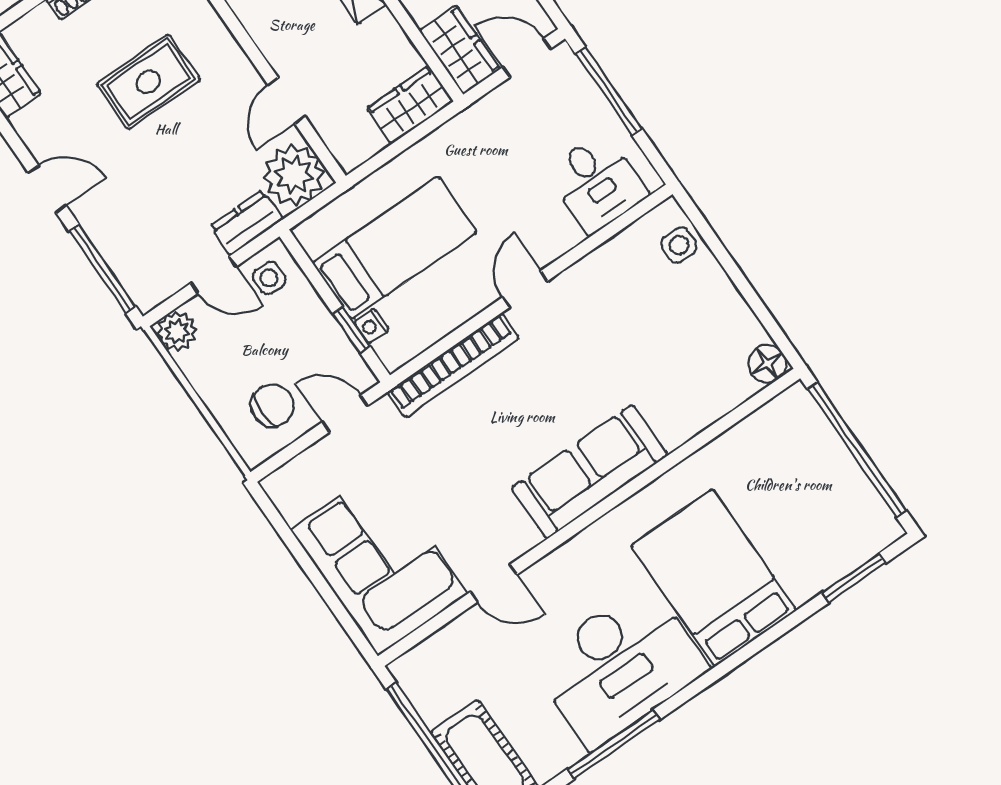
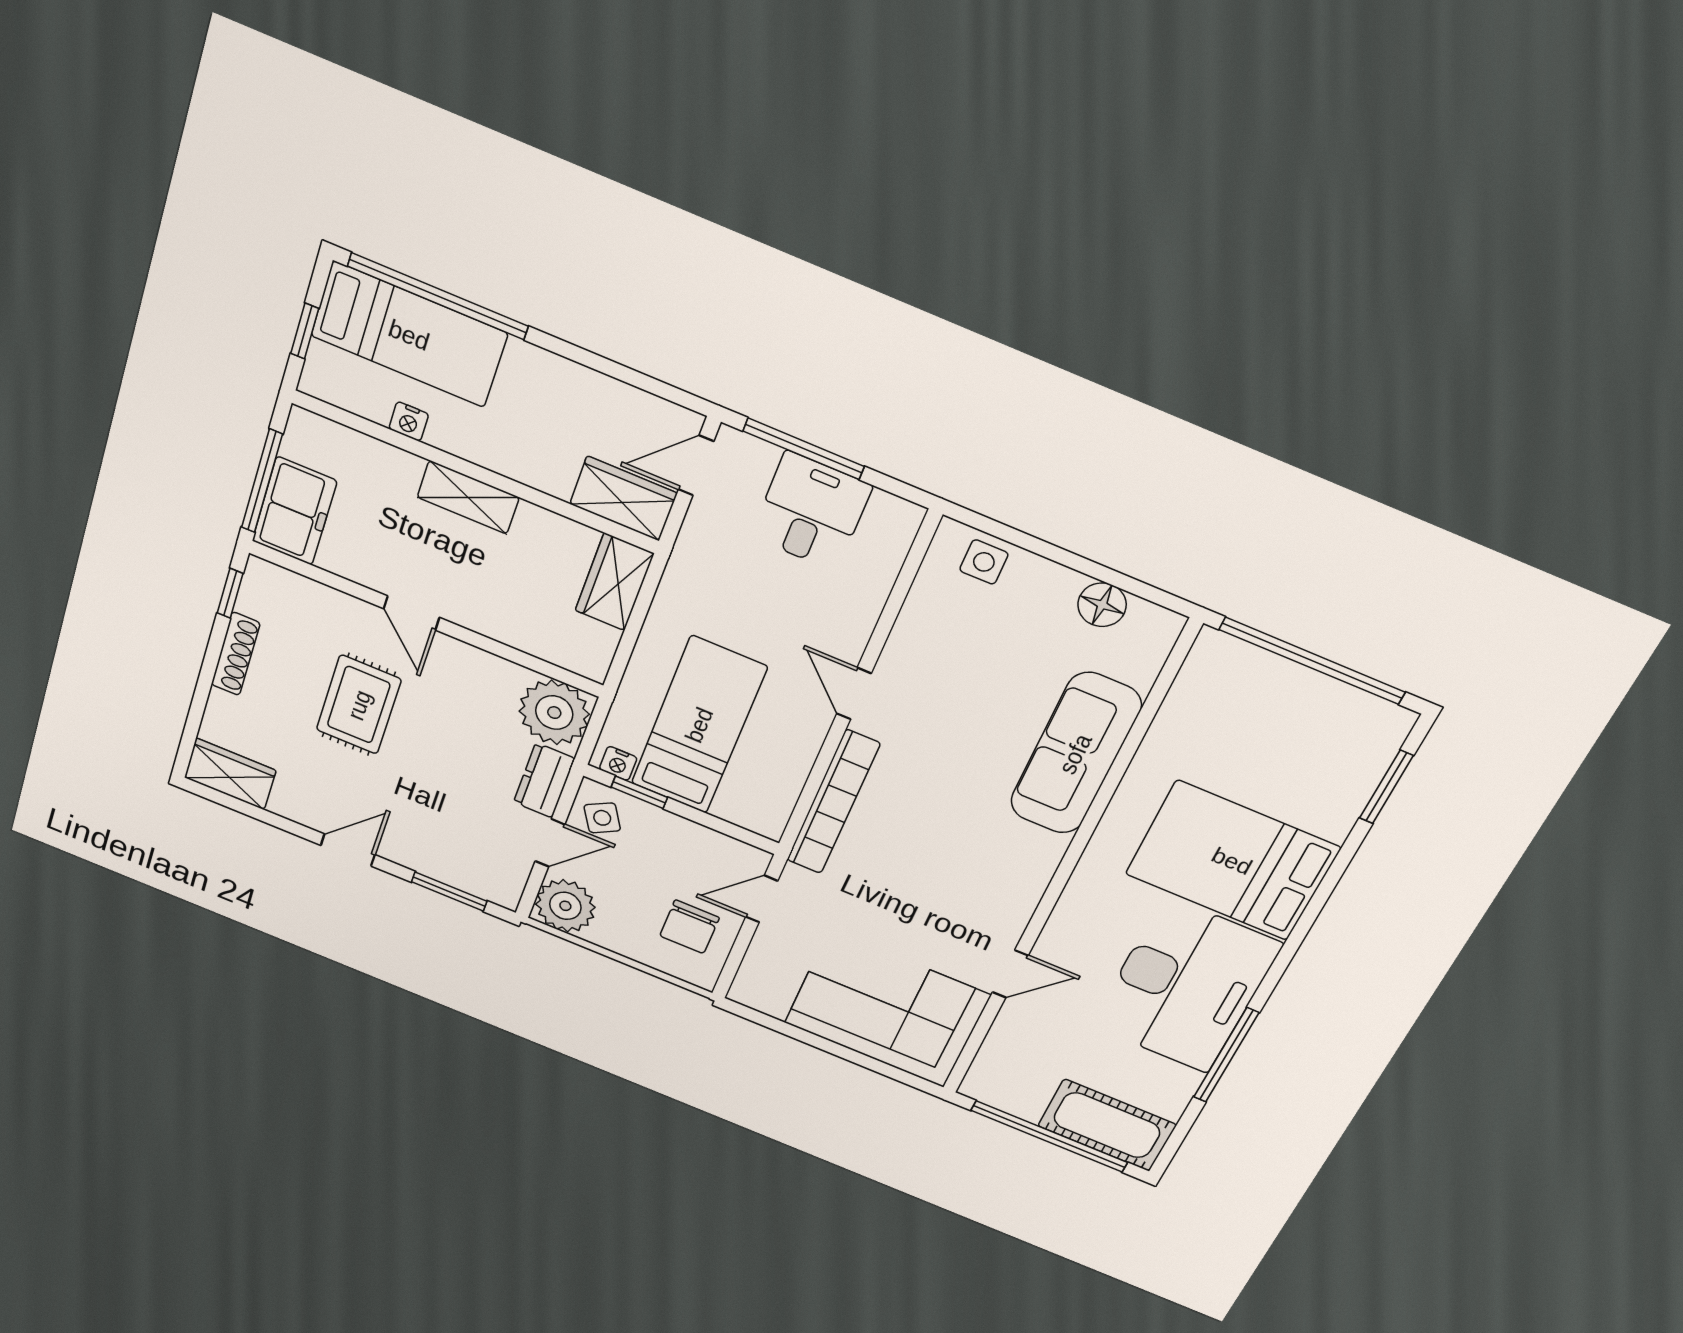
door: (286, 101) -> (411, 613), moved
desk: (597, 183) -> (811, 511), moved, turned -90
window: (103, 269) -> (449, 891), width x0.69
side table: (269, 278) -> (602, 818), turned -30
nightstand: (371, 326) -> (618, 763), moved
window: (351, 330) -> (639, 792), moved
plant: (177, 331) -> (565, 906), width x1.36, depth x1.36
floor lamp: (767, 364) -> (1102, 605), moved
chair: (272, 406) -> (689, 927), turned 180
sofa: (589, 472) -> (1075, 754), moved

